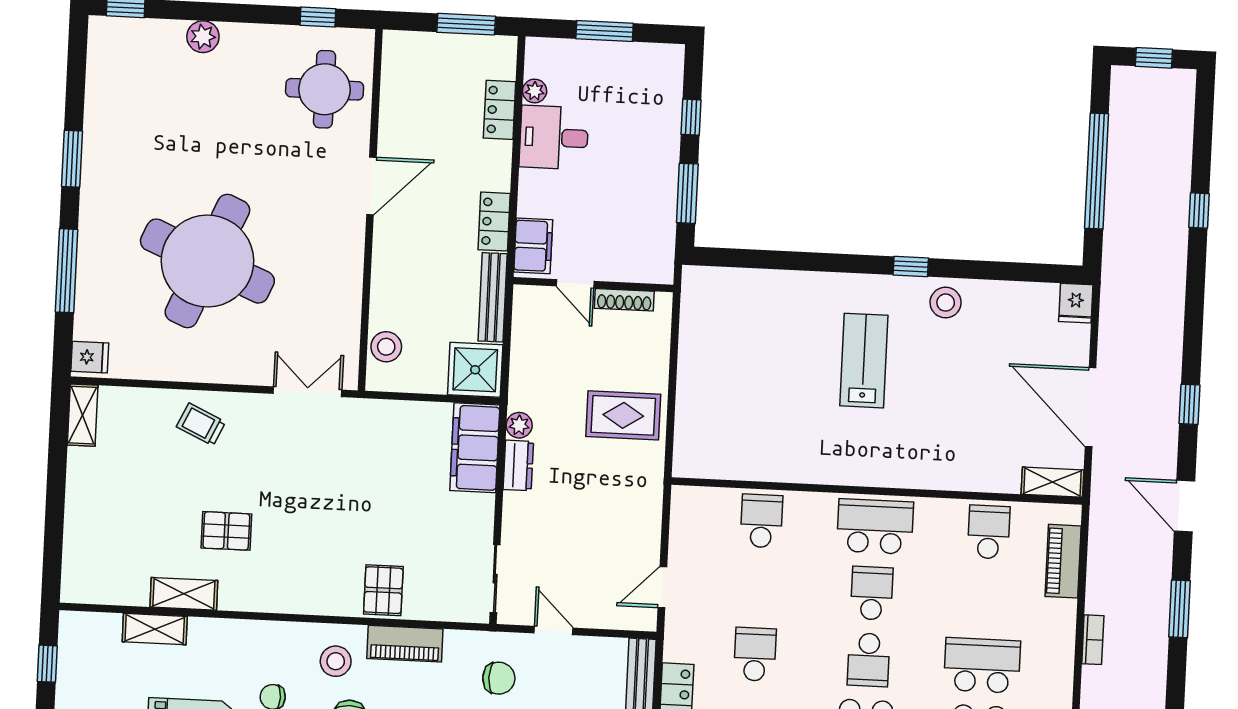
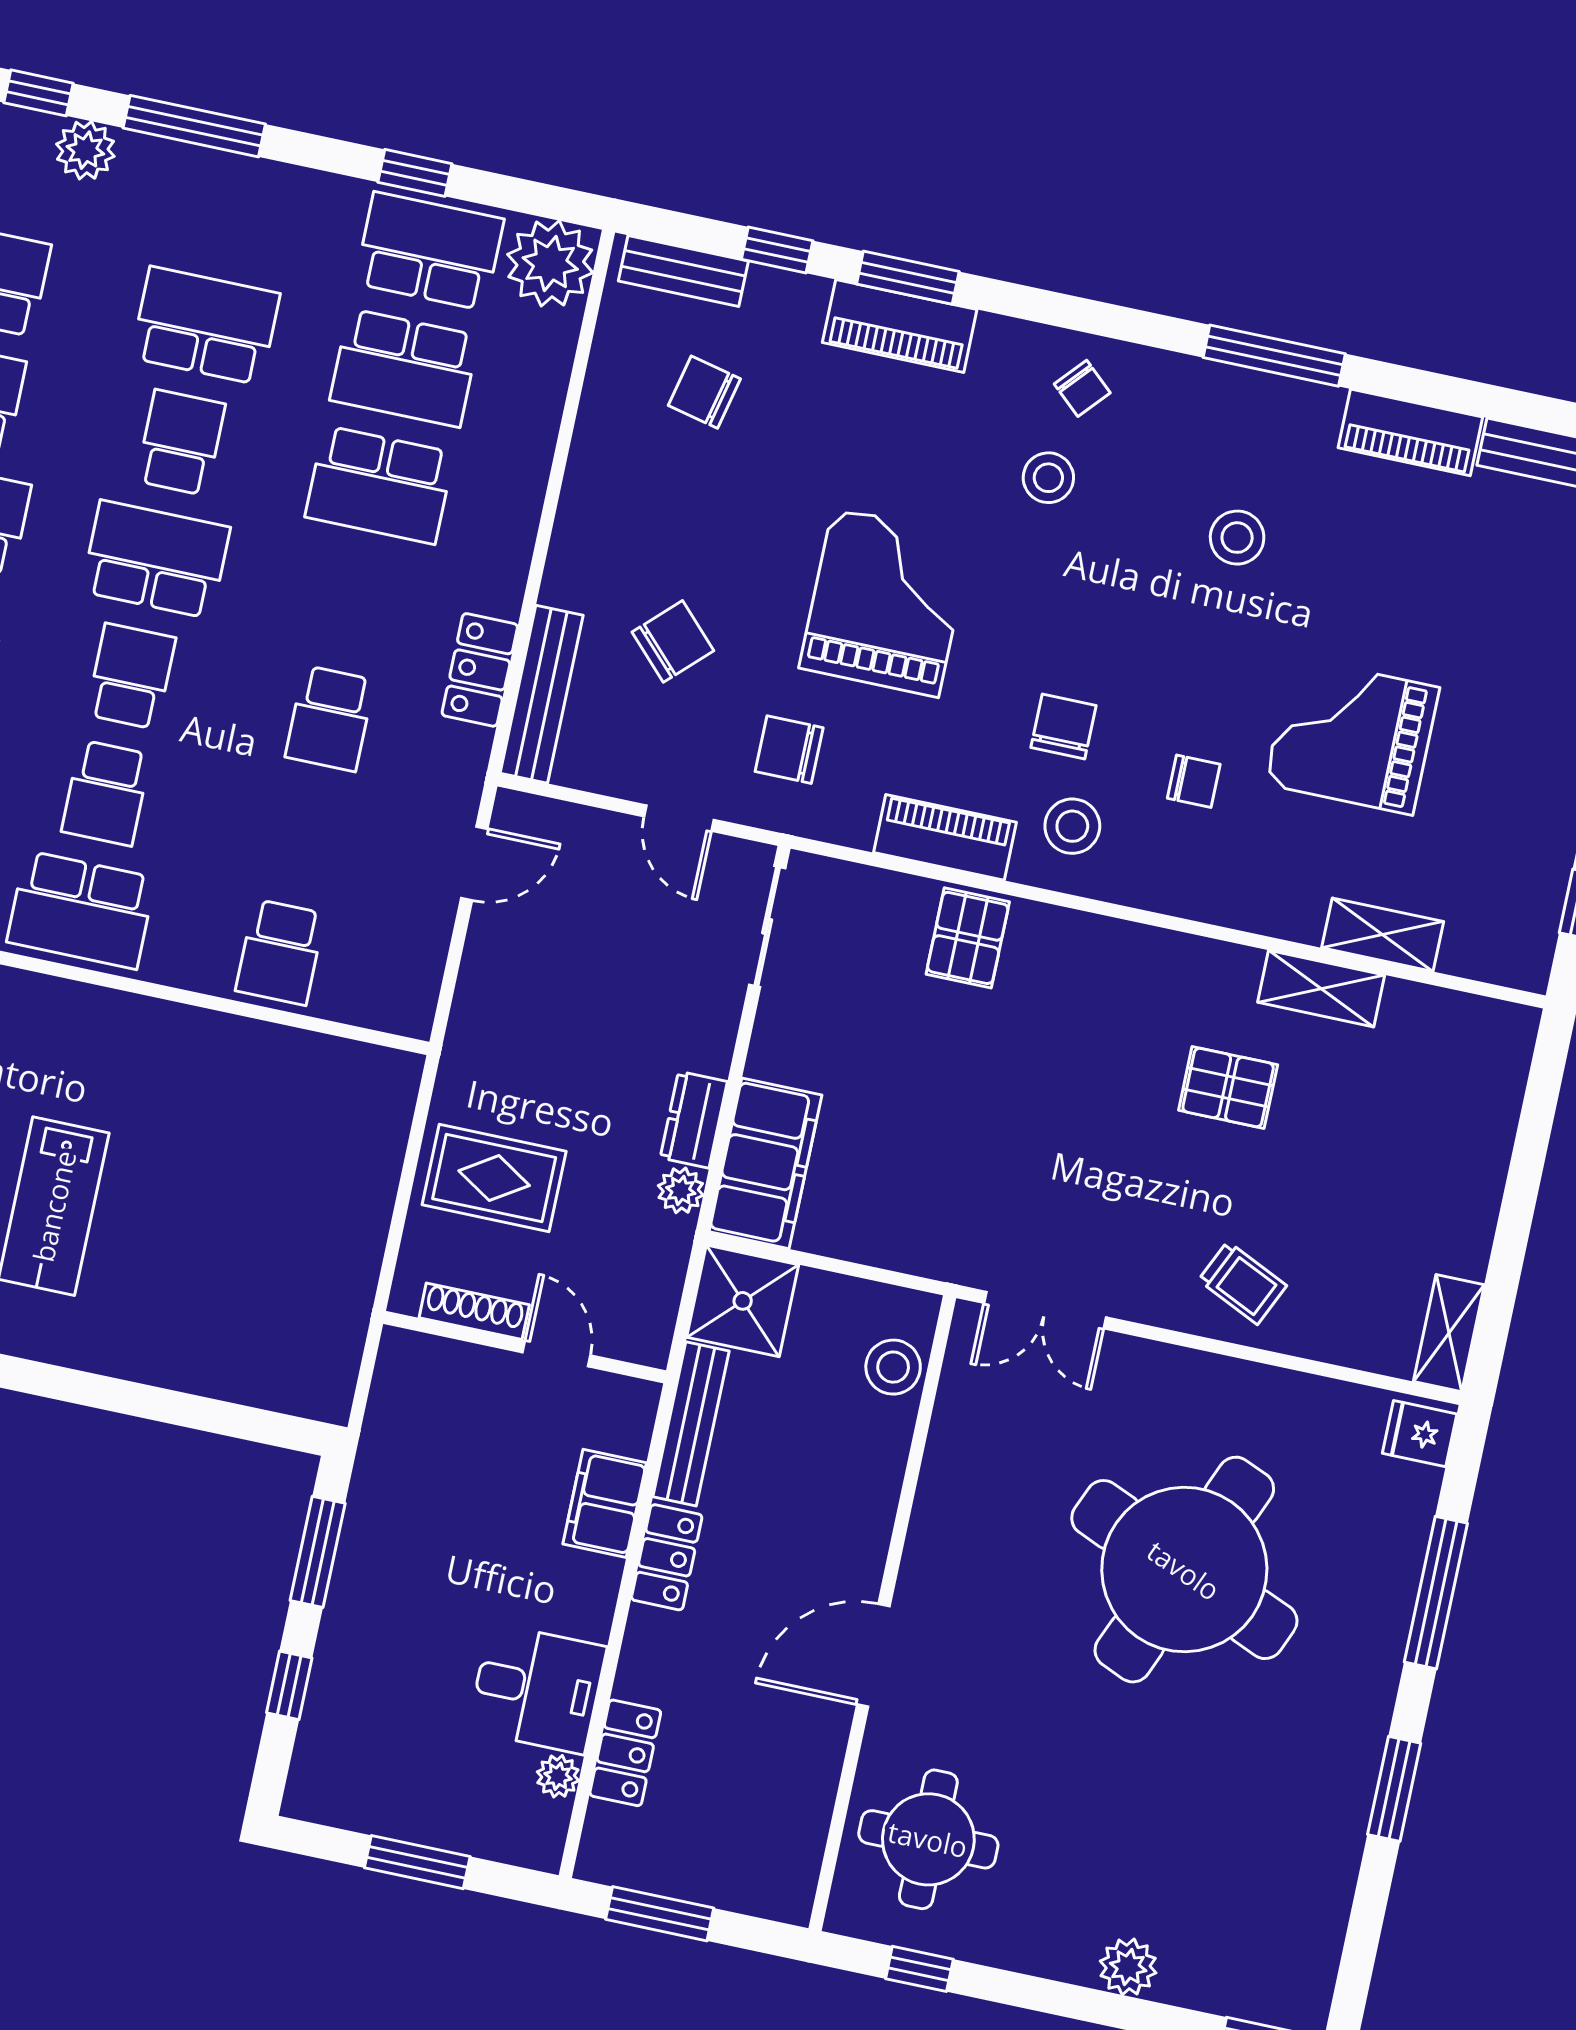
door: (575, 284) -> (556, 1354), moved
wall: (593, 285) -> (525, 1347), moved
shoe rack: (624, 300) -> (474, 1311), moved

